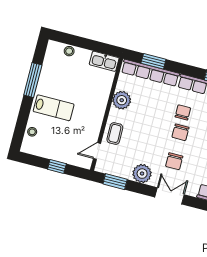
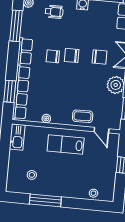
stool: (69, 51) -> (32, 175), moved
plant: (122, 100) -> (46, 119), width x0.53, depth x0.53
lab bench: (54, 108) -> (66, 145), moved, turned -90
chair: (181, 132) -> (72, 56), turned 180

